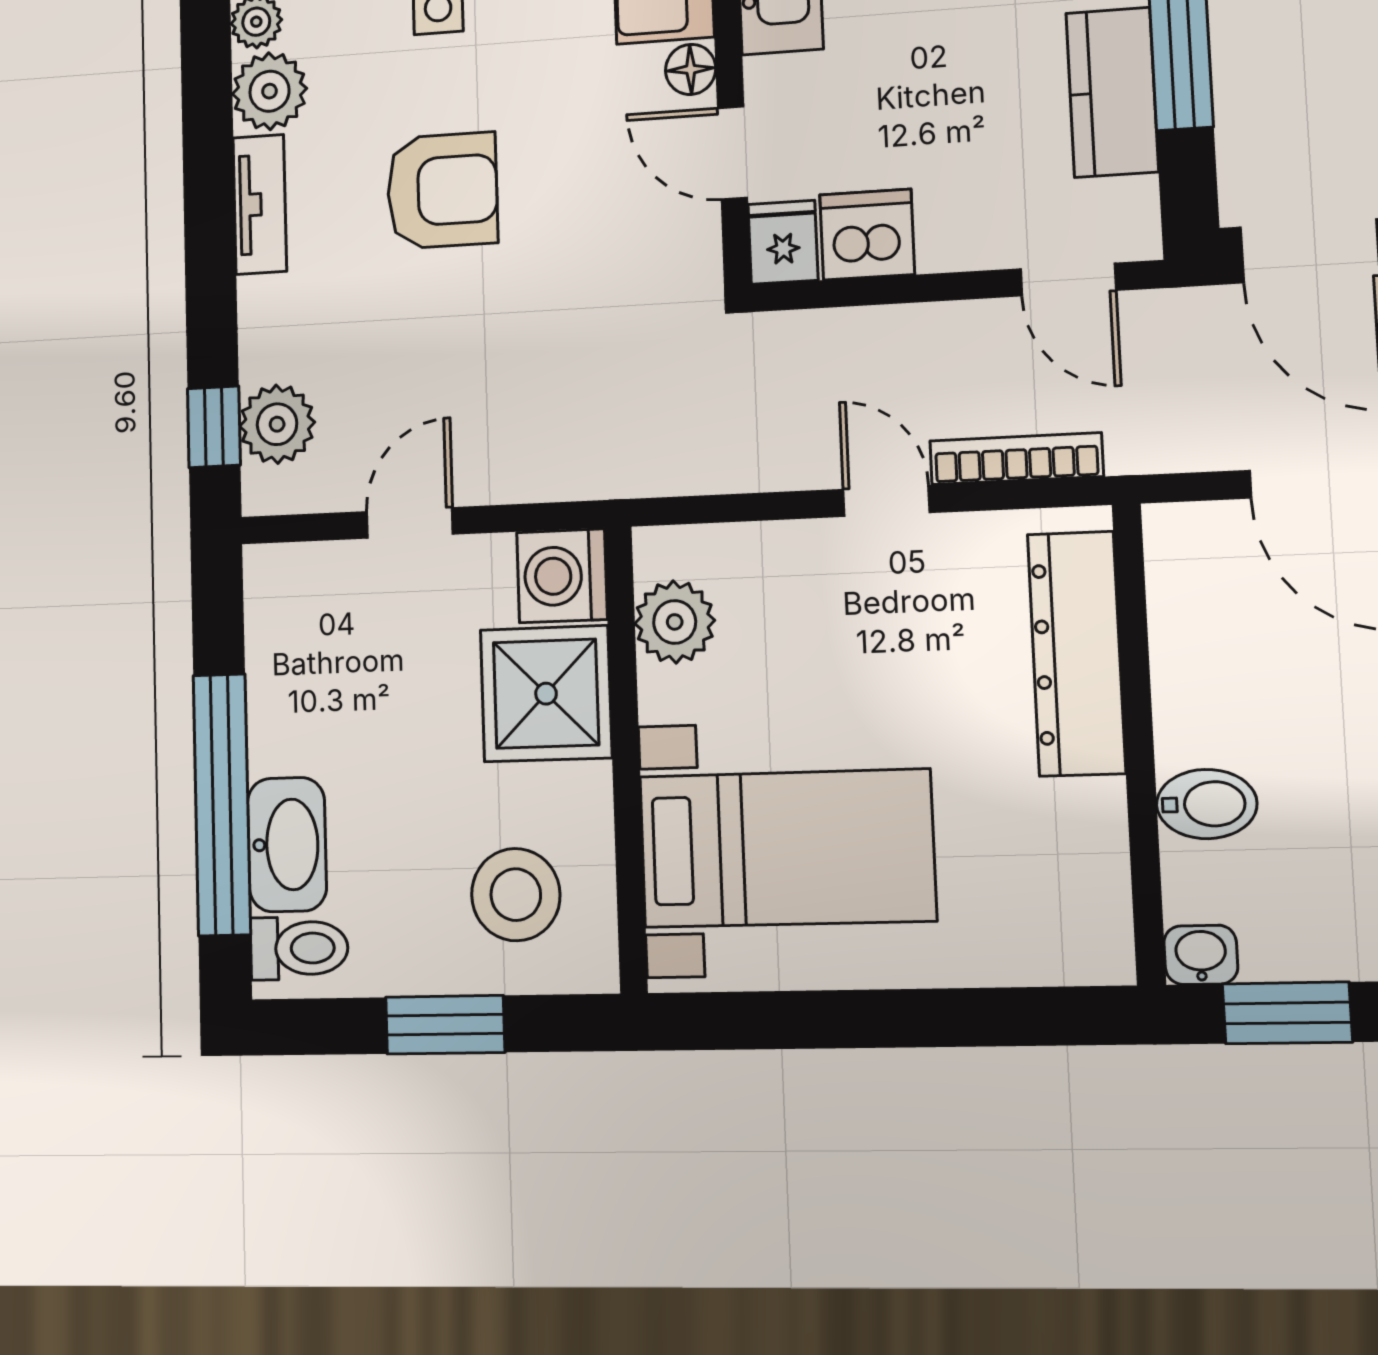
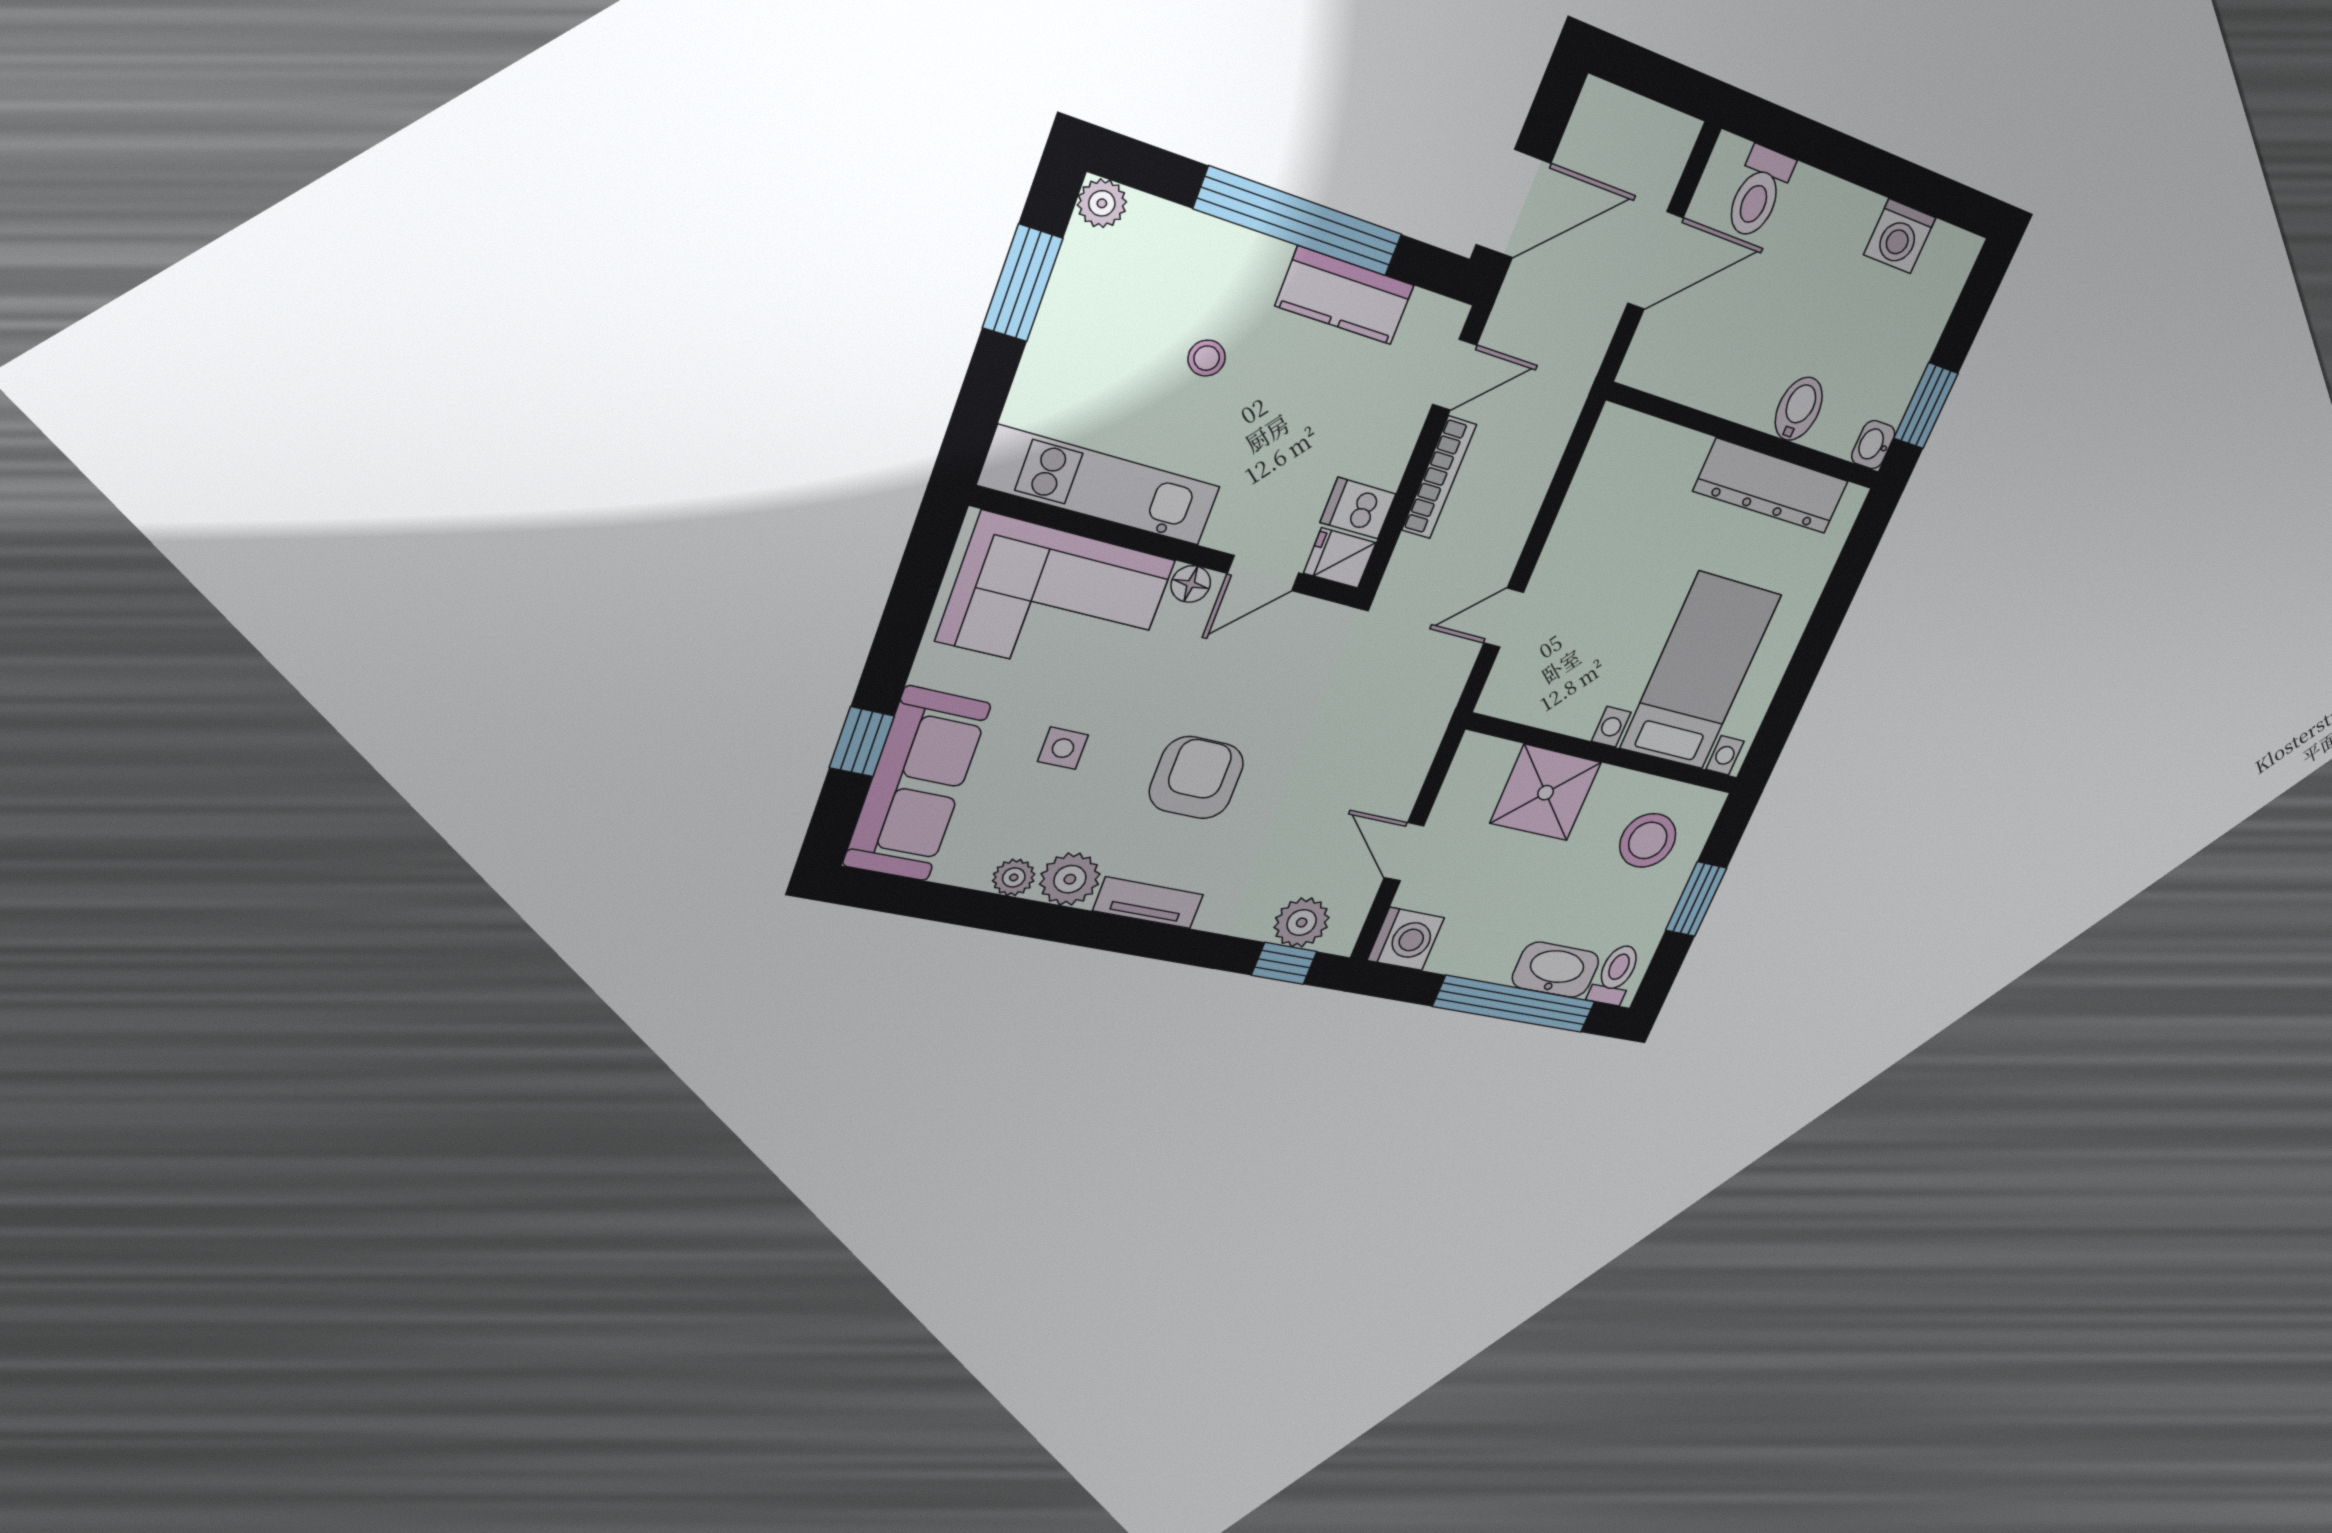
dishwasher: (867, 235) -> (1358, 508), width x0.73
bookcase: (1016, 459) -> (1439, 477), moved, turned 180
door: (886, 501) -> (1504, 618), moved
washing machine: (562, 576) -> (1406, 939), moved, turned -90
plant: (675, 622) -> (1542, 701), removed
dresser: (1076, 654) -> (1771, 486), moved

